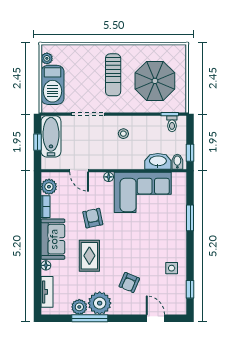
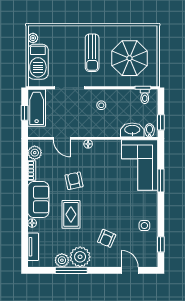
corner sofa: (143, 192) -> (140, 165), moved, turned 90

